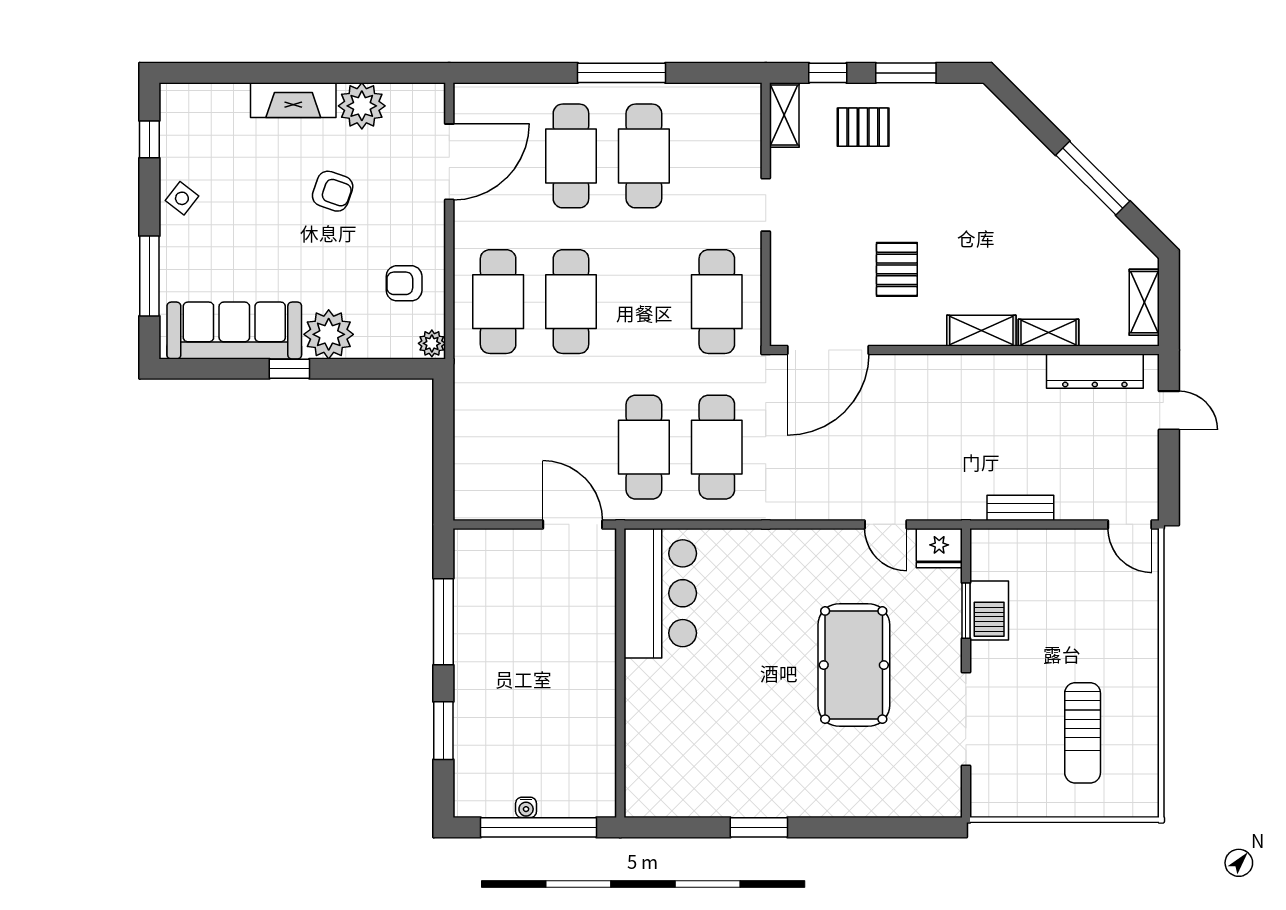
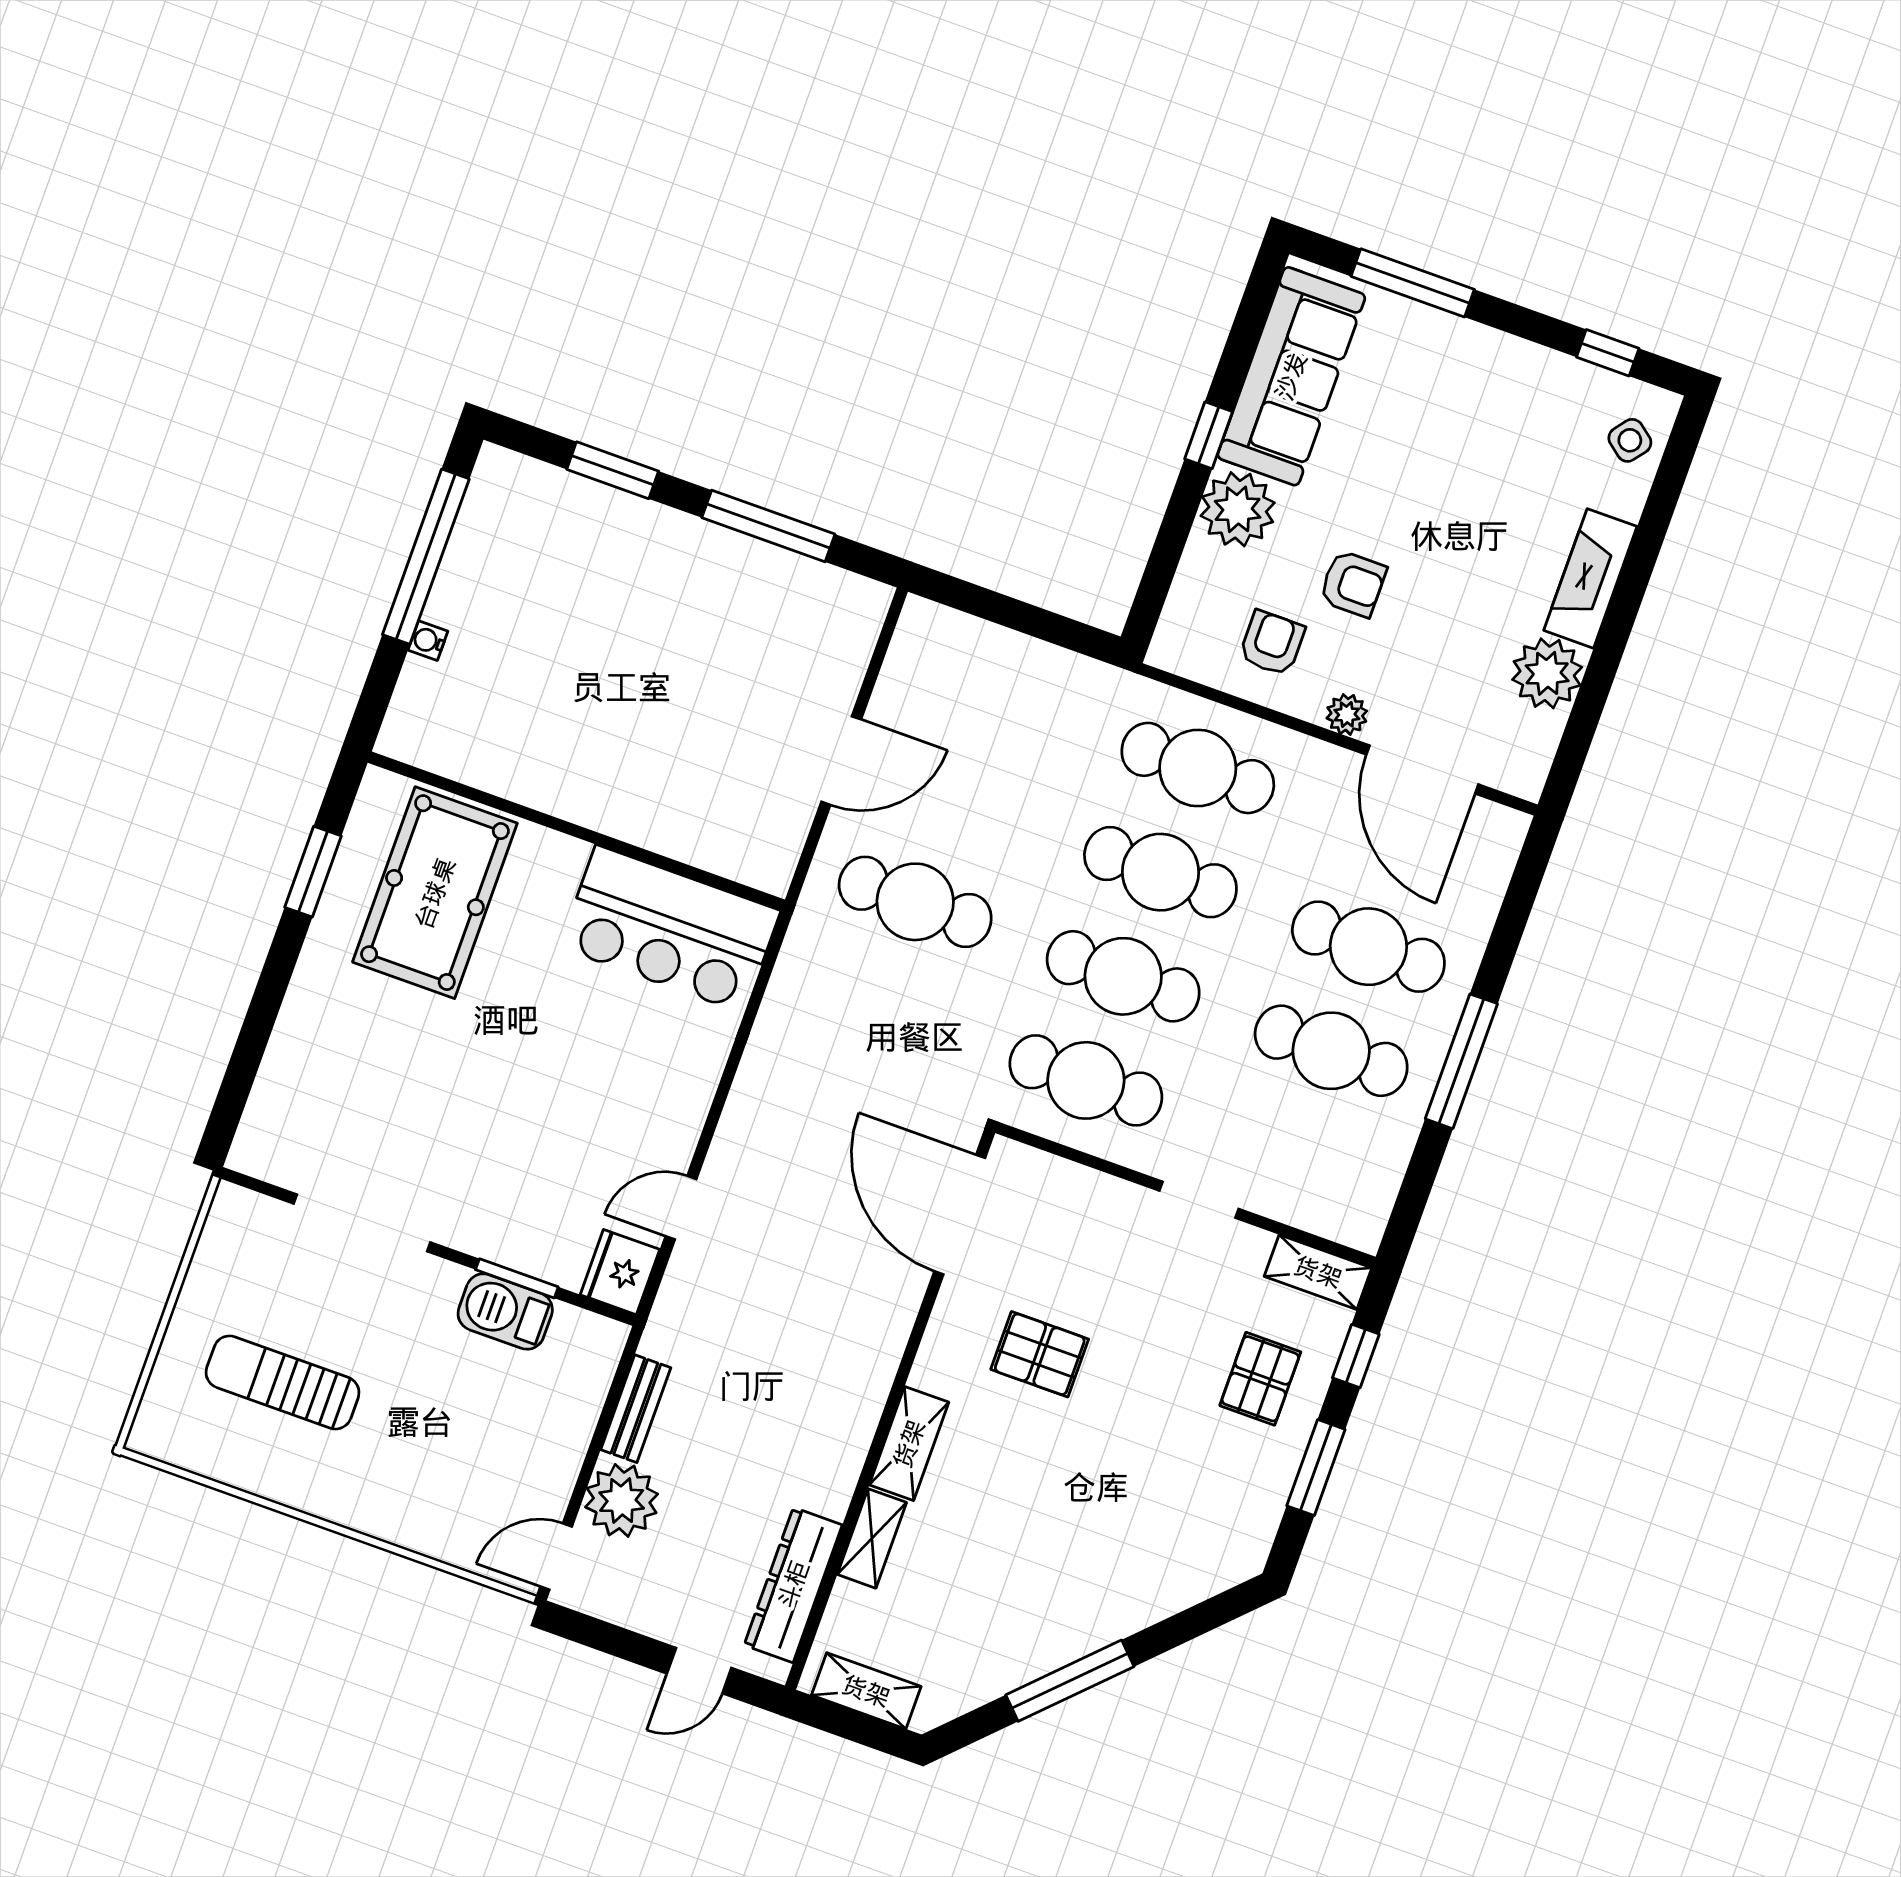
armchair: (333, 191) -> (1353, 584), moved, turned -109
side table: (182, 198) -> (1630, 440), moved
plant: (432, 343) -> (1347, 714), moved
cafe table: (717, 447) -> (1123, 976), moved
plant: (1080, 496) -> (622, 1500), added
bar counter: (660, 593) -> (670, 929), moved
pool table: (854, 665) -> (435, 893), moved, turned 90
wall: (620, 673) -> (576, 831), moved
water cooler: (526, 807) -> (428, 641), moved

